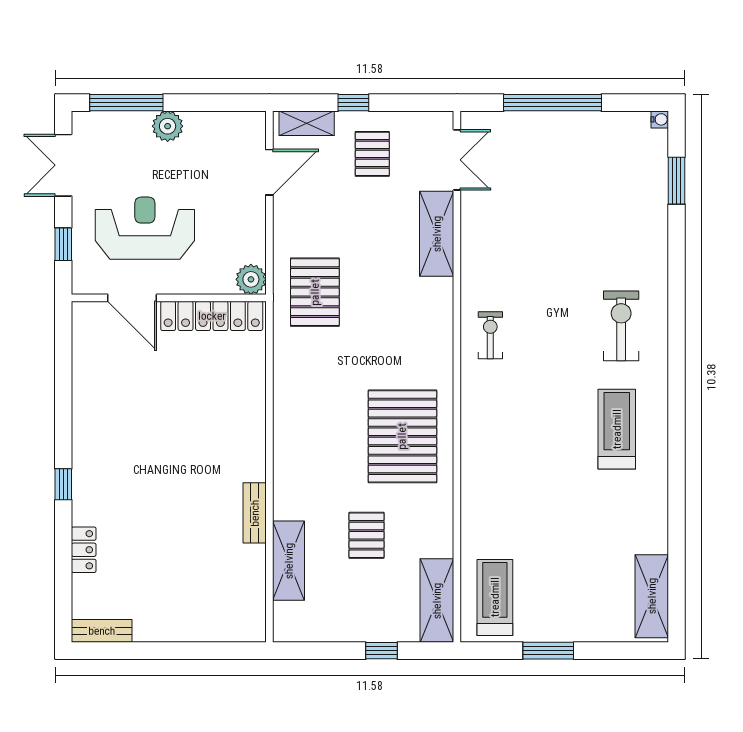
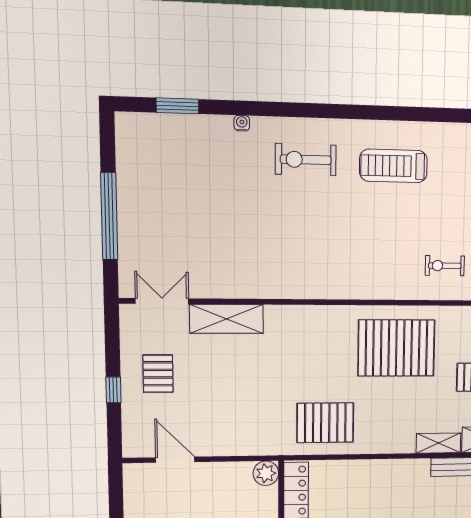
water cooler: (660, 119) -> (242, 123), moved
shelving: (307, 123) -> (438, 443), moved, turned 90
pallet: (372, 154) -> (158, 374), turned 90
pallet: (315, 292) -> (325, 423), moved
exercise bike: (490, 335) -> (445, 266), moved

